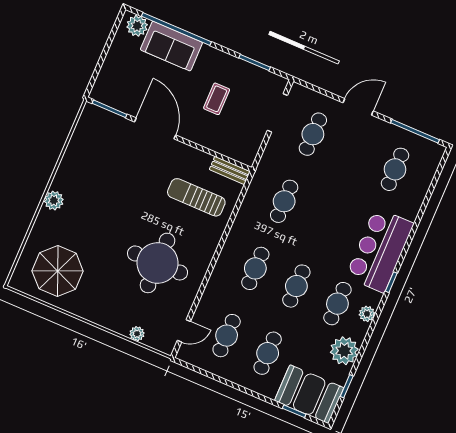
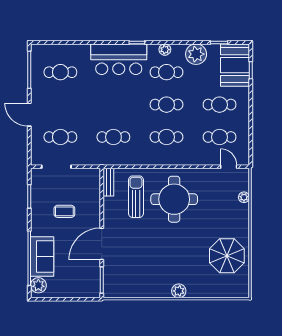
sun lounger: (196, 197) -> (136, 197), turned 180
round table: (158, 263) -> (174, 199), moved
parasol: (58, 271) -> (227, 256), moved

